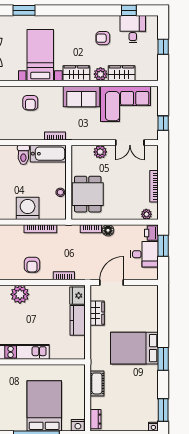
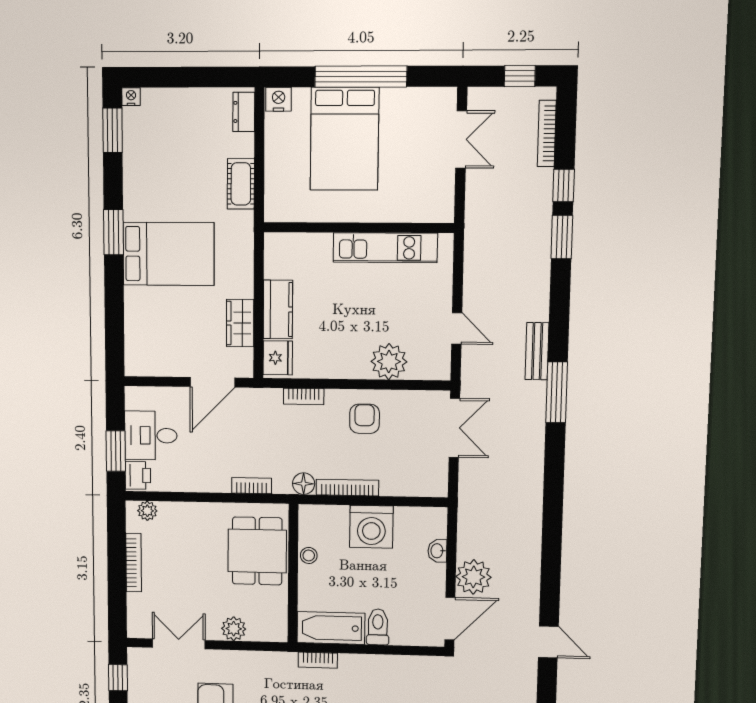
floor lamp: (108, 230) -> (304, 484), moved

